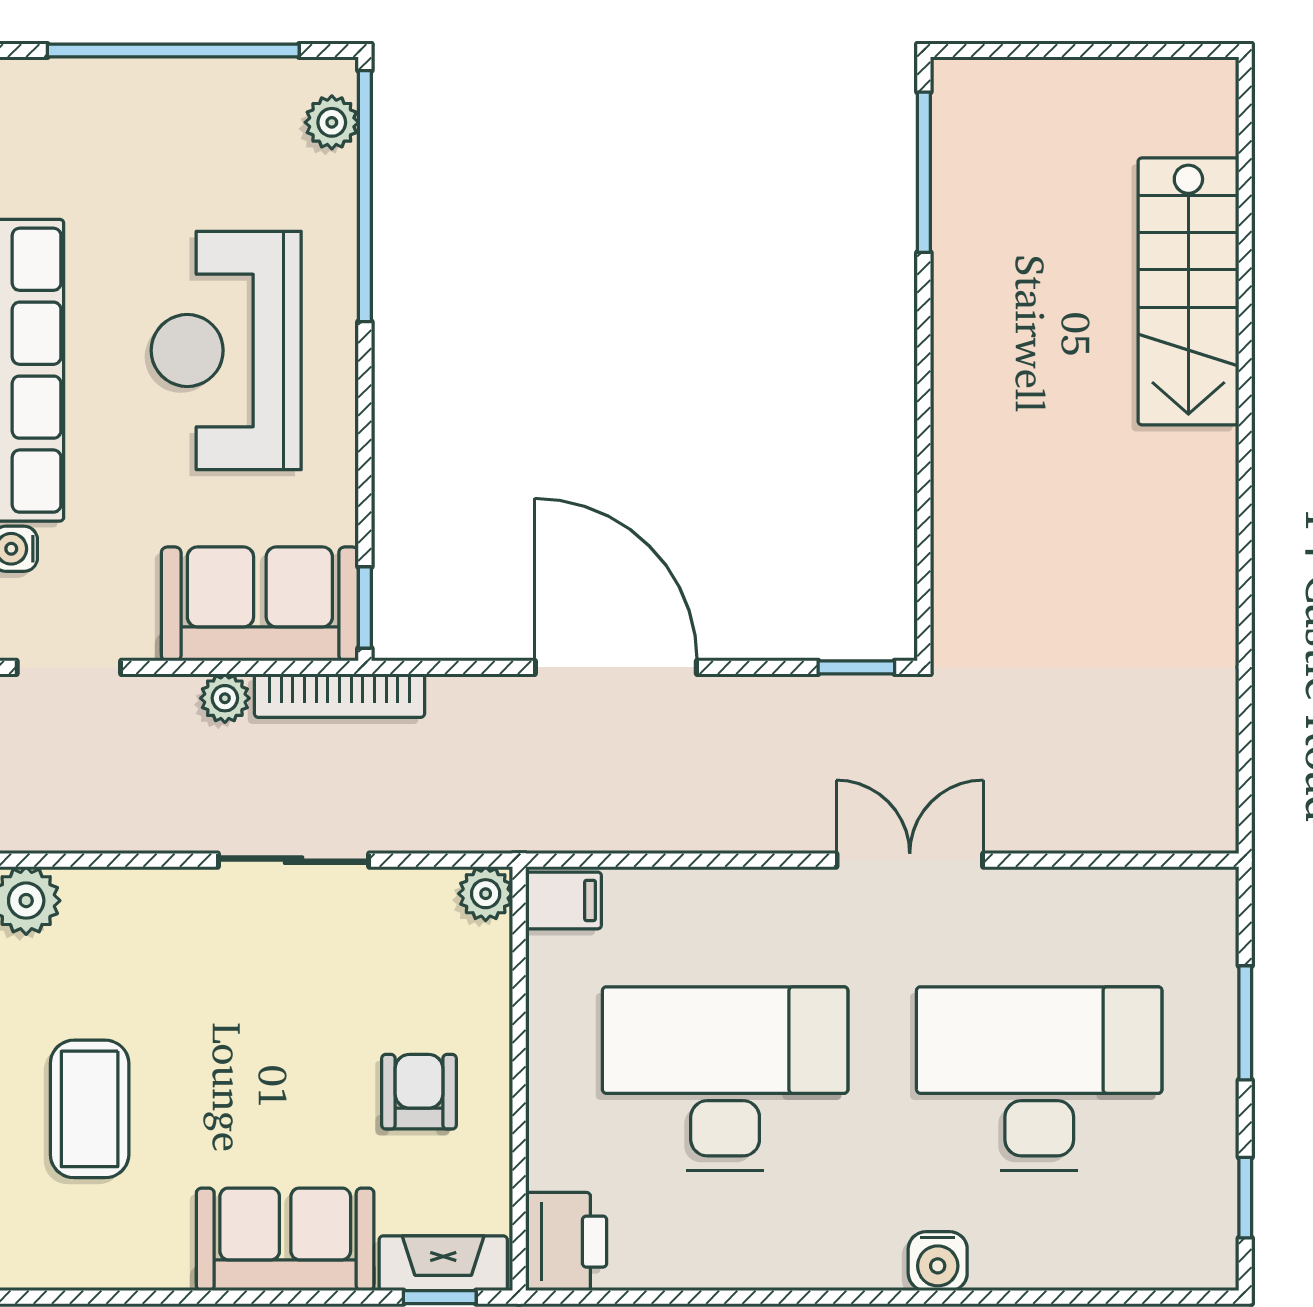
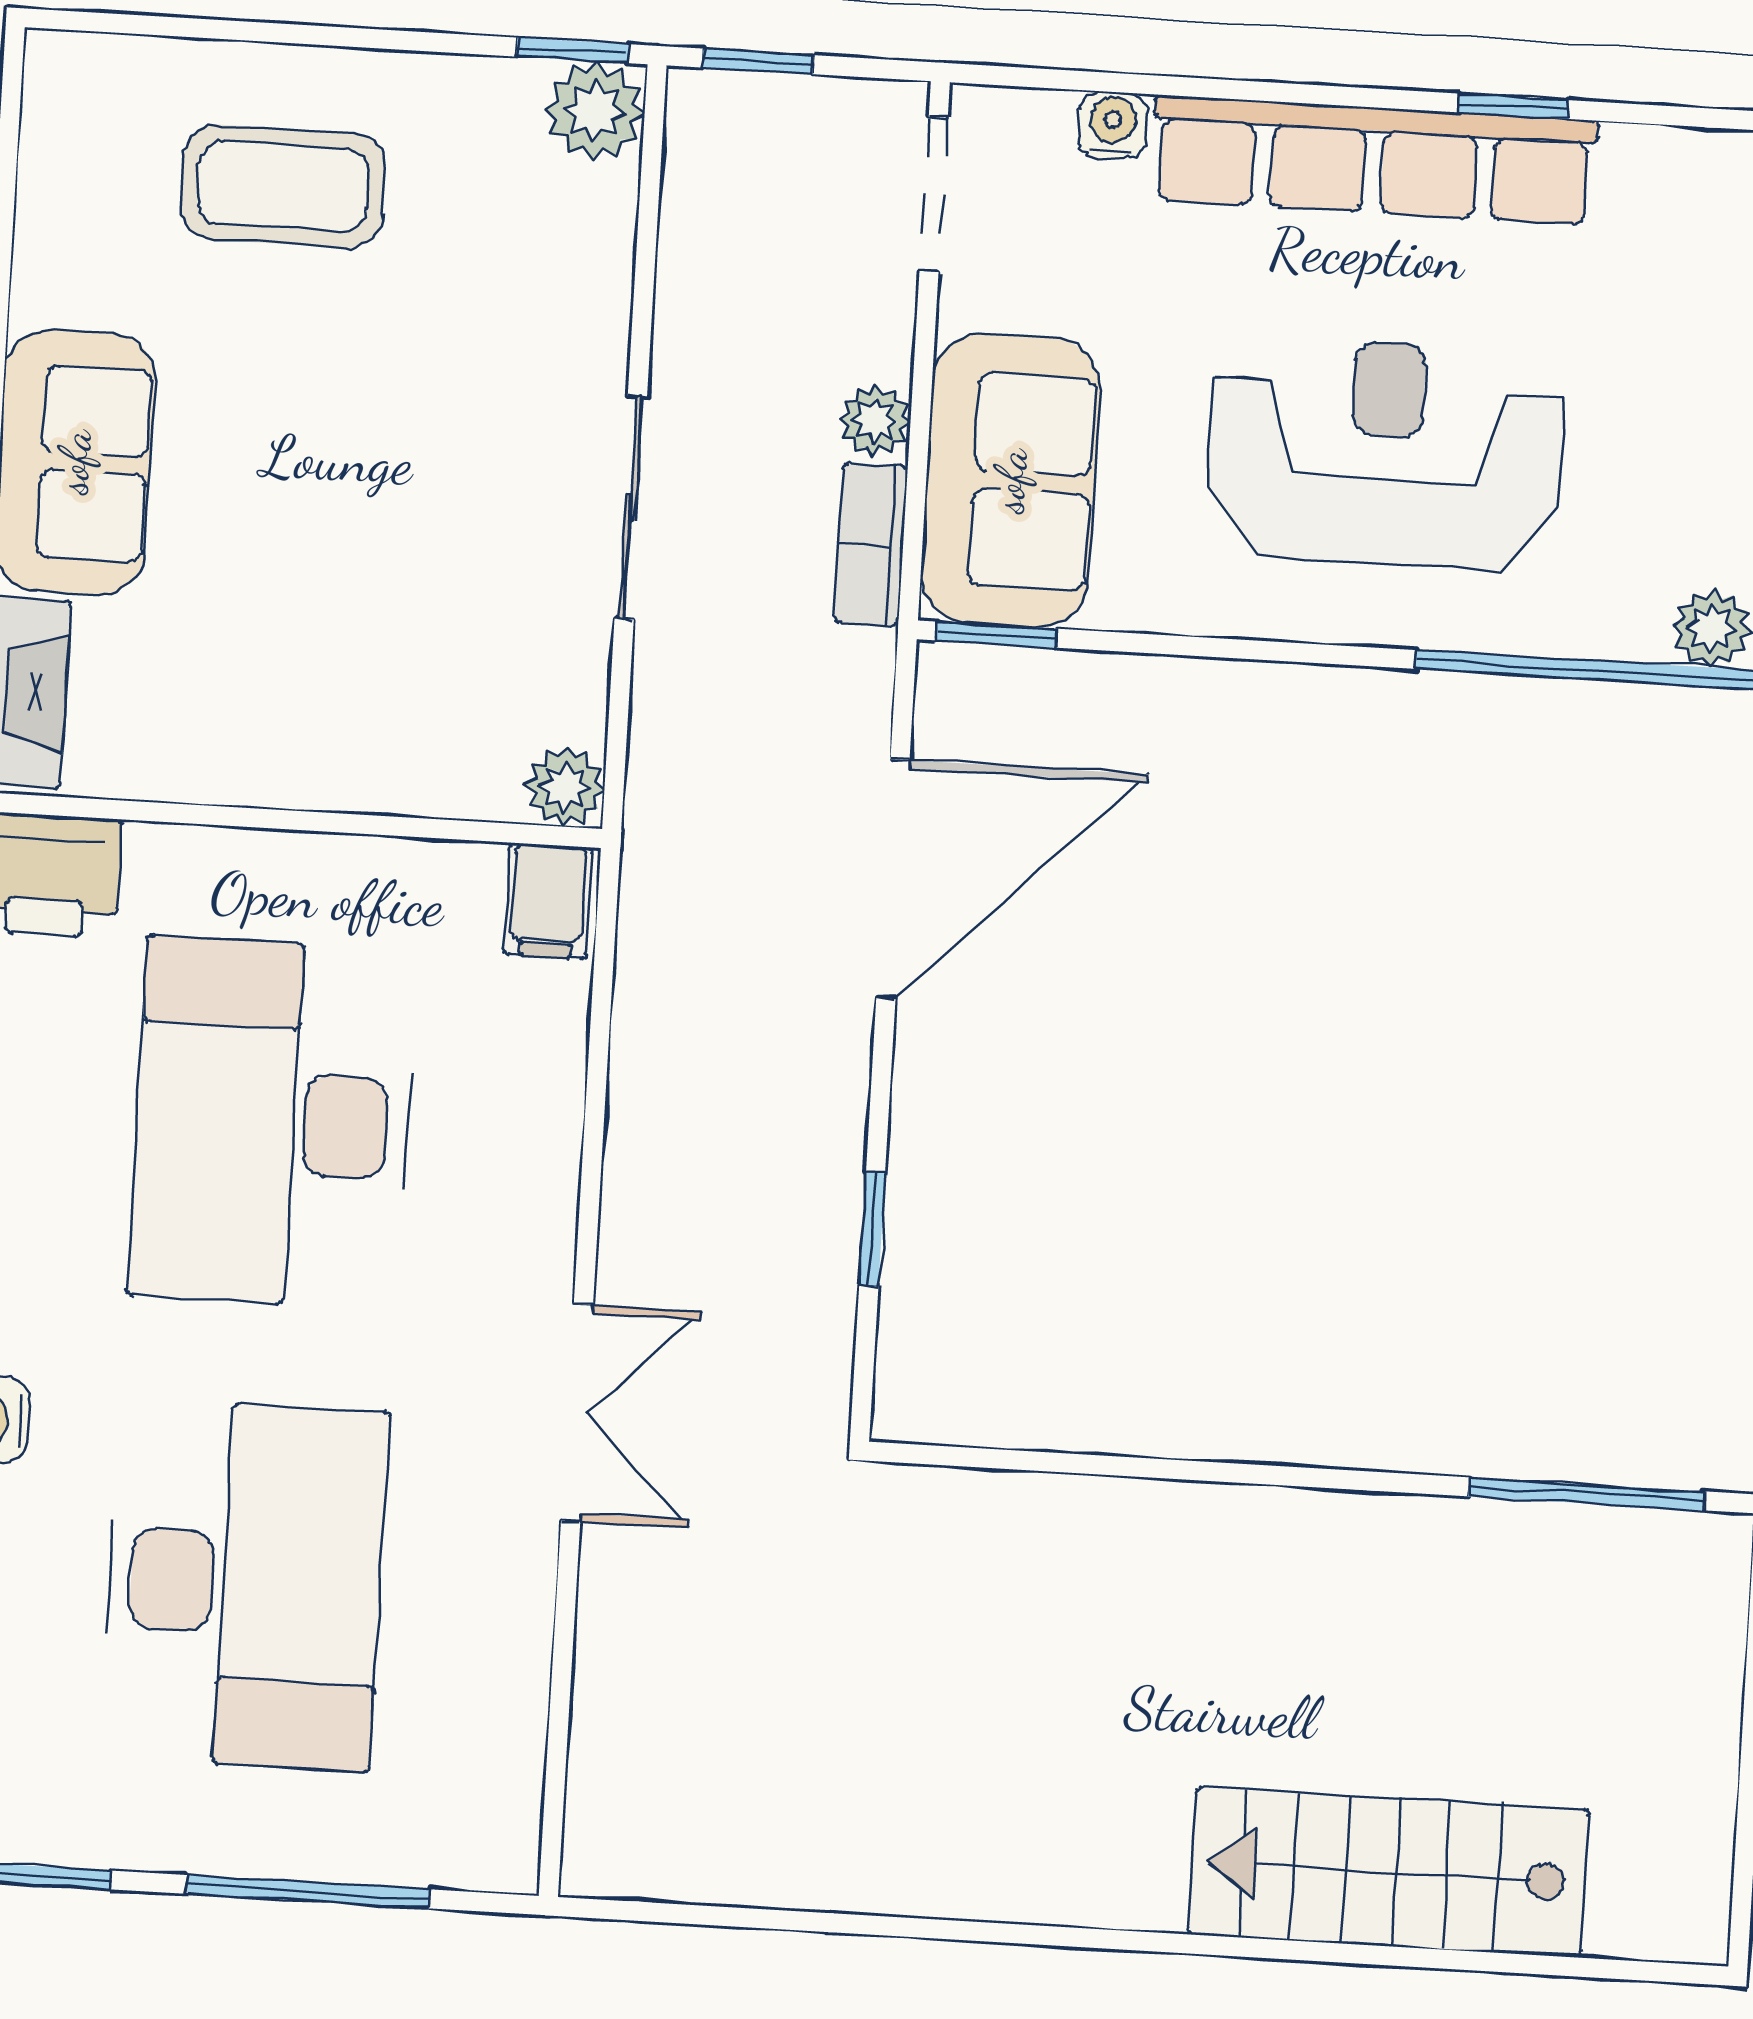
door: (616, 667) -> (893, 879), moved
window: (856, 667) -> (872, 1229), moved
bookcase: (340, 696) -> (871, 545), width x0.64
window: (1245, 1023) -> (309, 1892), width x1.44
desk: (725, 1079) -> (272, 1123), turned 180
armchair: (419, 1092) -> (280, 672), removed

